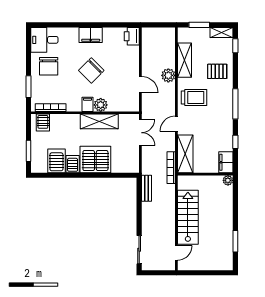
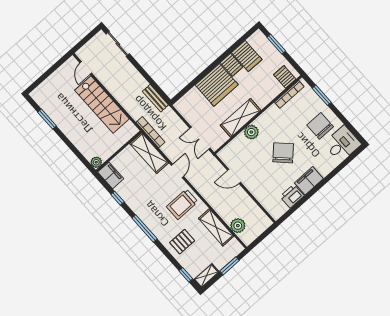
printer: (132, 36) -> (292, 196), moved, turned -90
plant: (168, 75) -> (238, 226), moved
filing cabinet: (88, 104) -> (262, 123), removed

